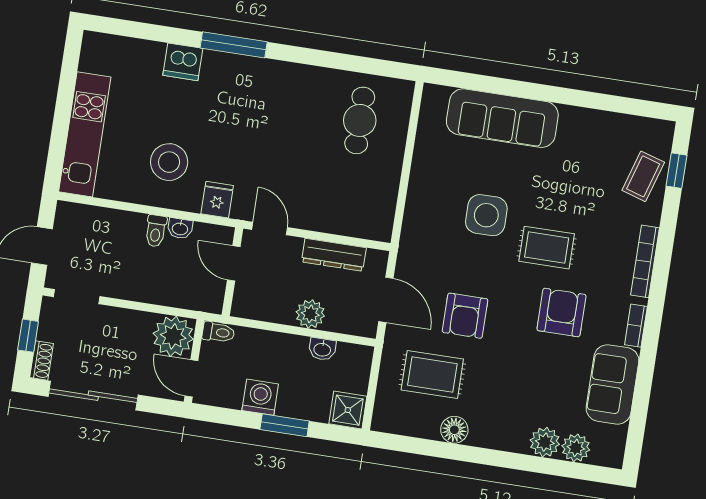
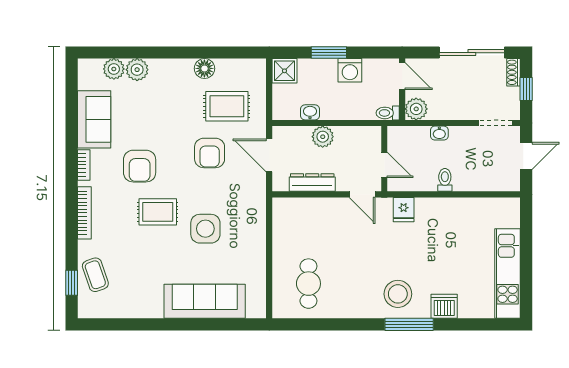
kitchen unit: (85, 134) -> (508, 274), moved
stool: (169, 162) -> (398, 294), moved
coffee table: (643, 176) -> (95, 275), turned -36
washbasin: (180, 228) -> (439, 133), moved, turned 180
armchair: (465, 316) -> (210, 153), turned 180
plant: (173, 336) -> (416, 109), width x0.73, depth x0.73

